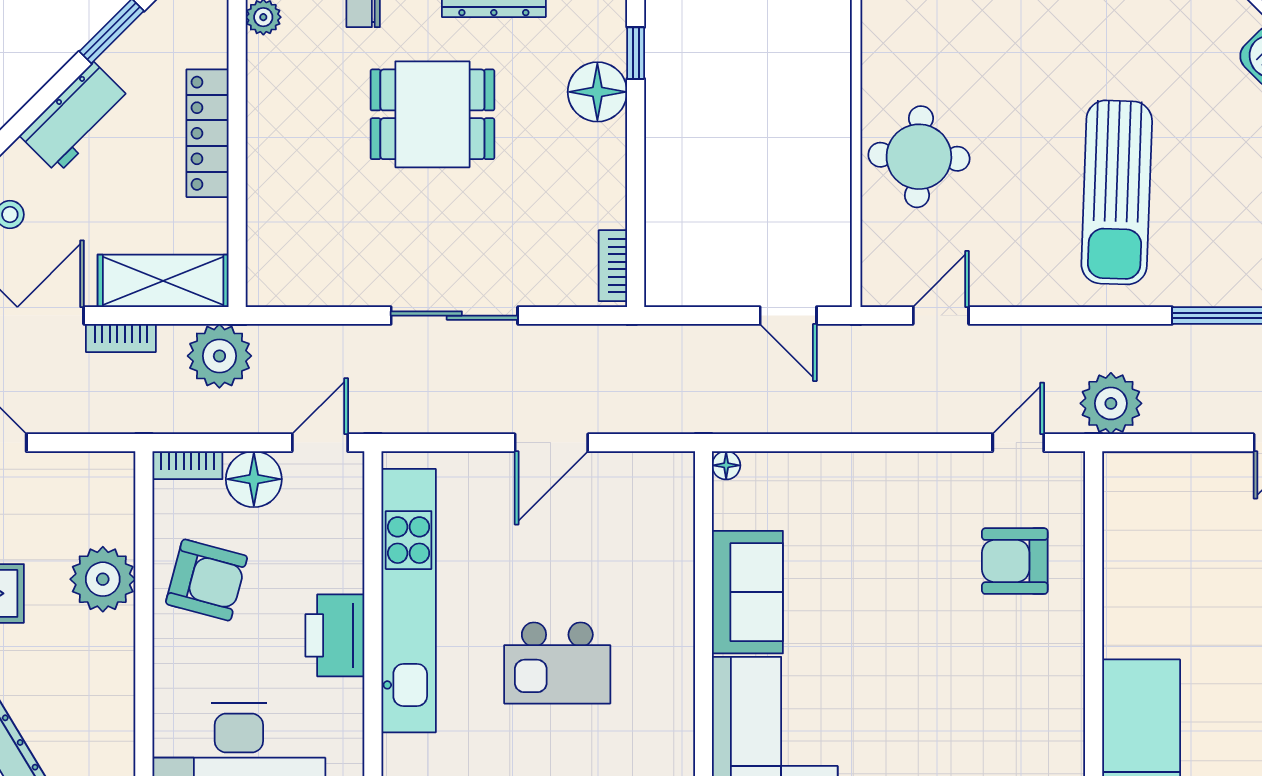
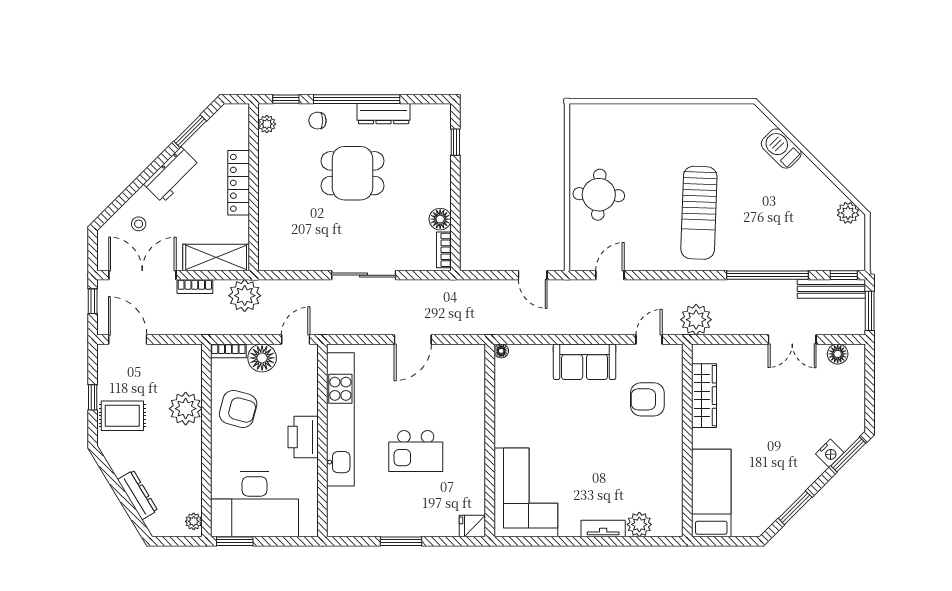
floor lamp: (597, 92) -> (440, 219), moved, width x0.73, depth x0.73
wardrobe: (1127, 554) -> (704, 396), added
sofa: (747, 592) -> (585, 362), moved, turned 90

